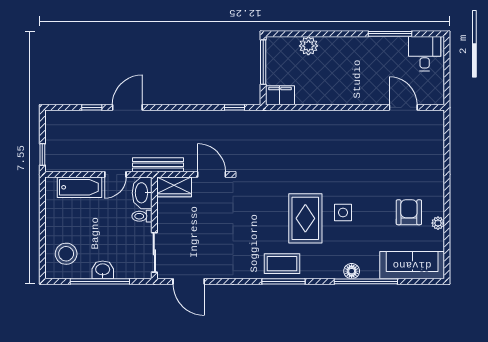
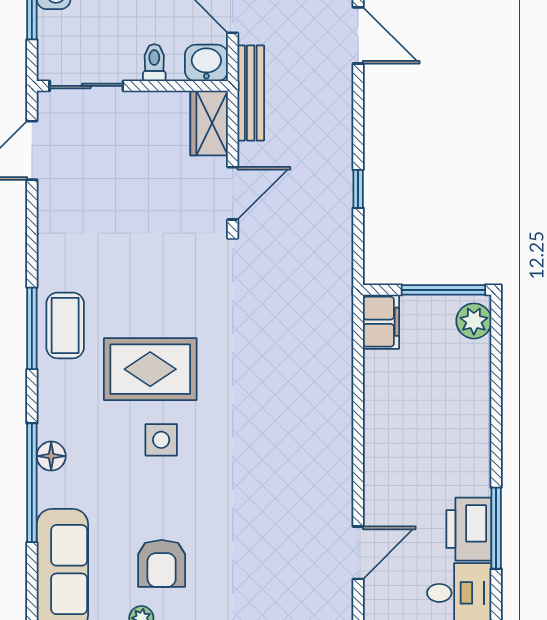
plant: (308, 46) -> (474, 321), moved
printer: (391, 48) -> (469, 529), added
window: (234, 107) -> (358, 189), moved
washbasin: (142, 193) -> (206, 63), width x0.72
armchair: (409, 212) -> (162, 563), turned 90

